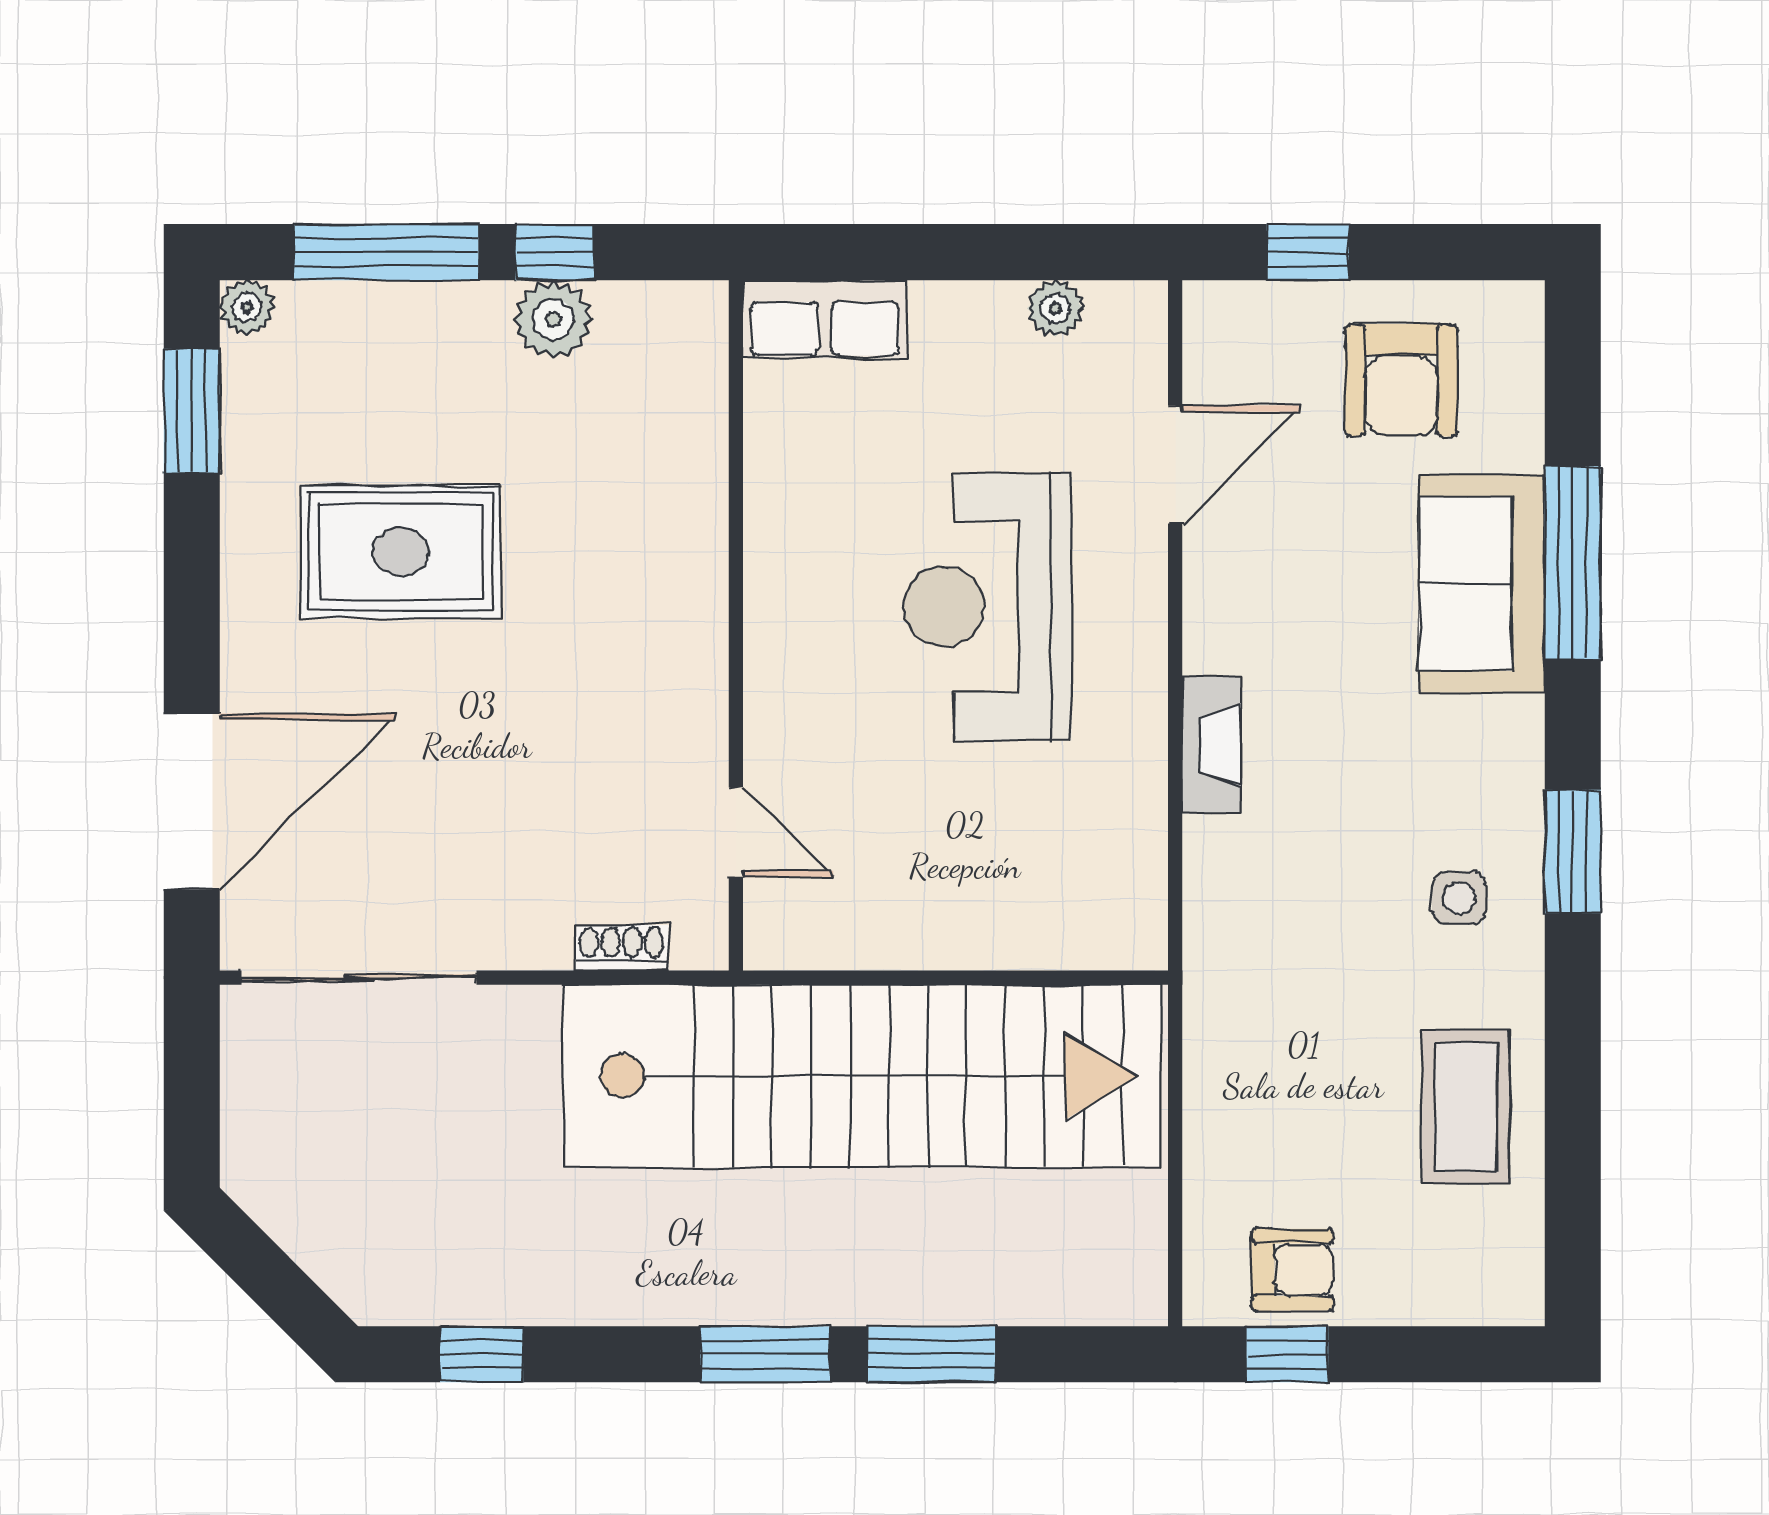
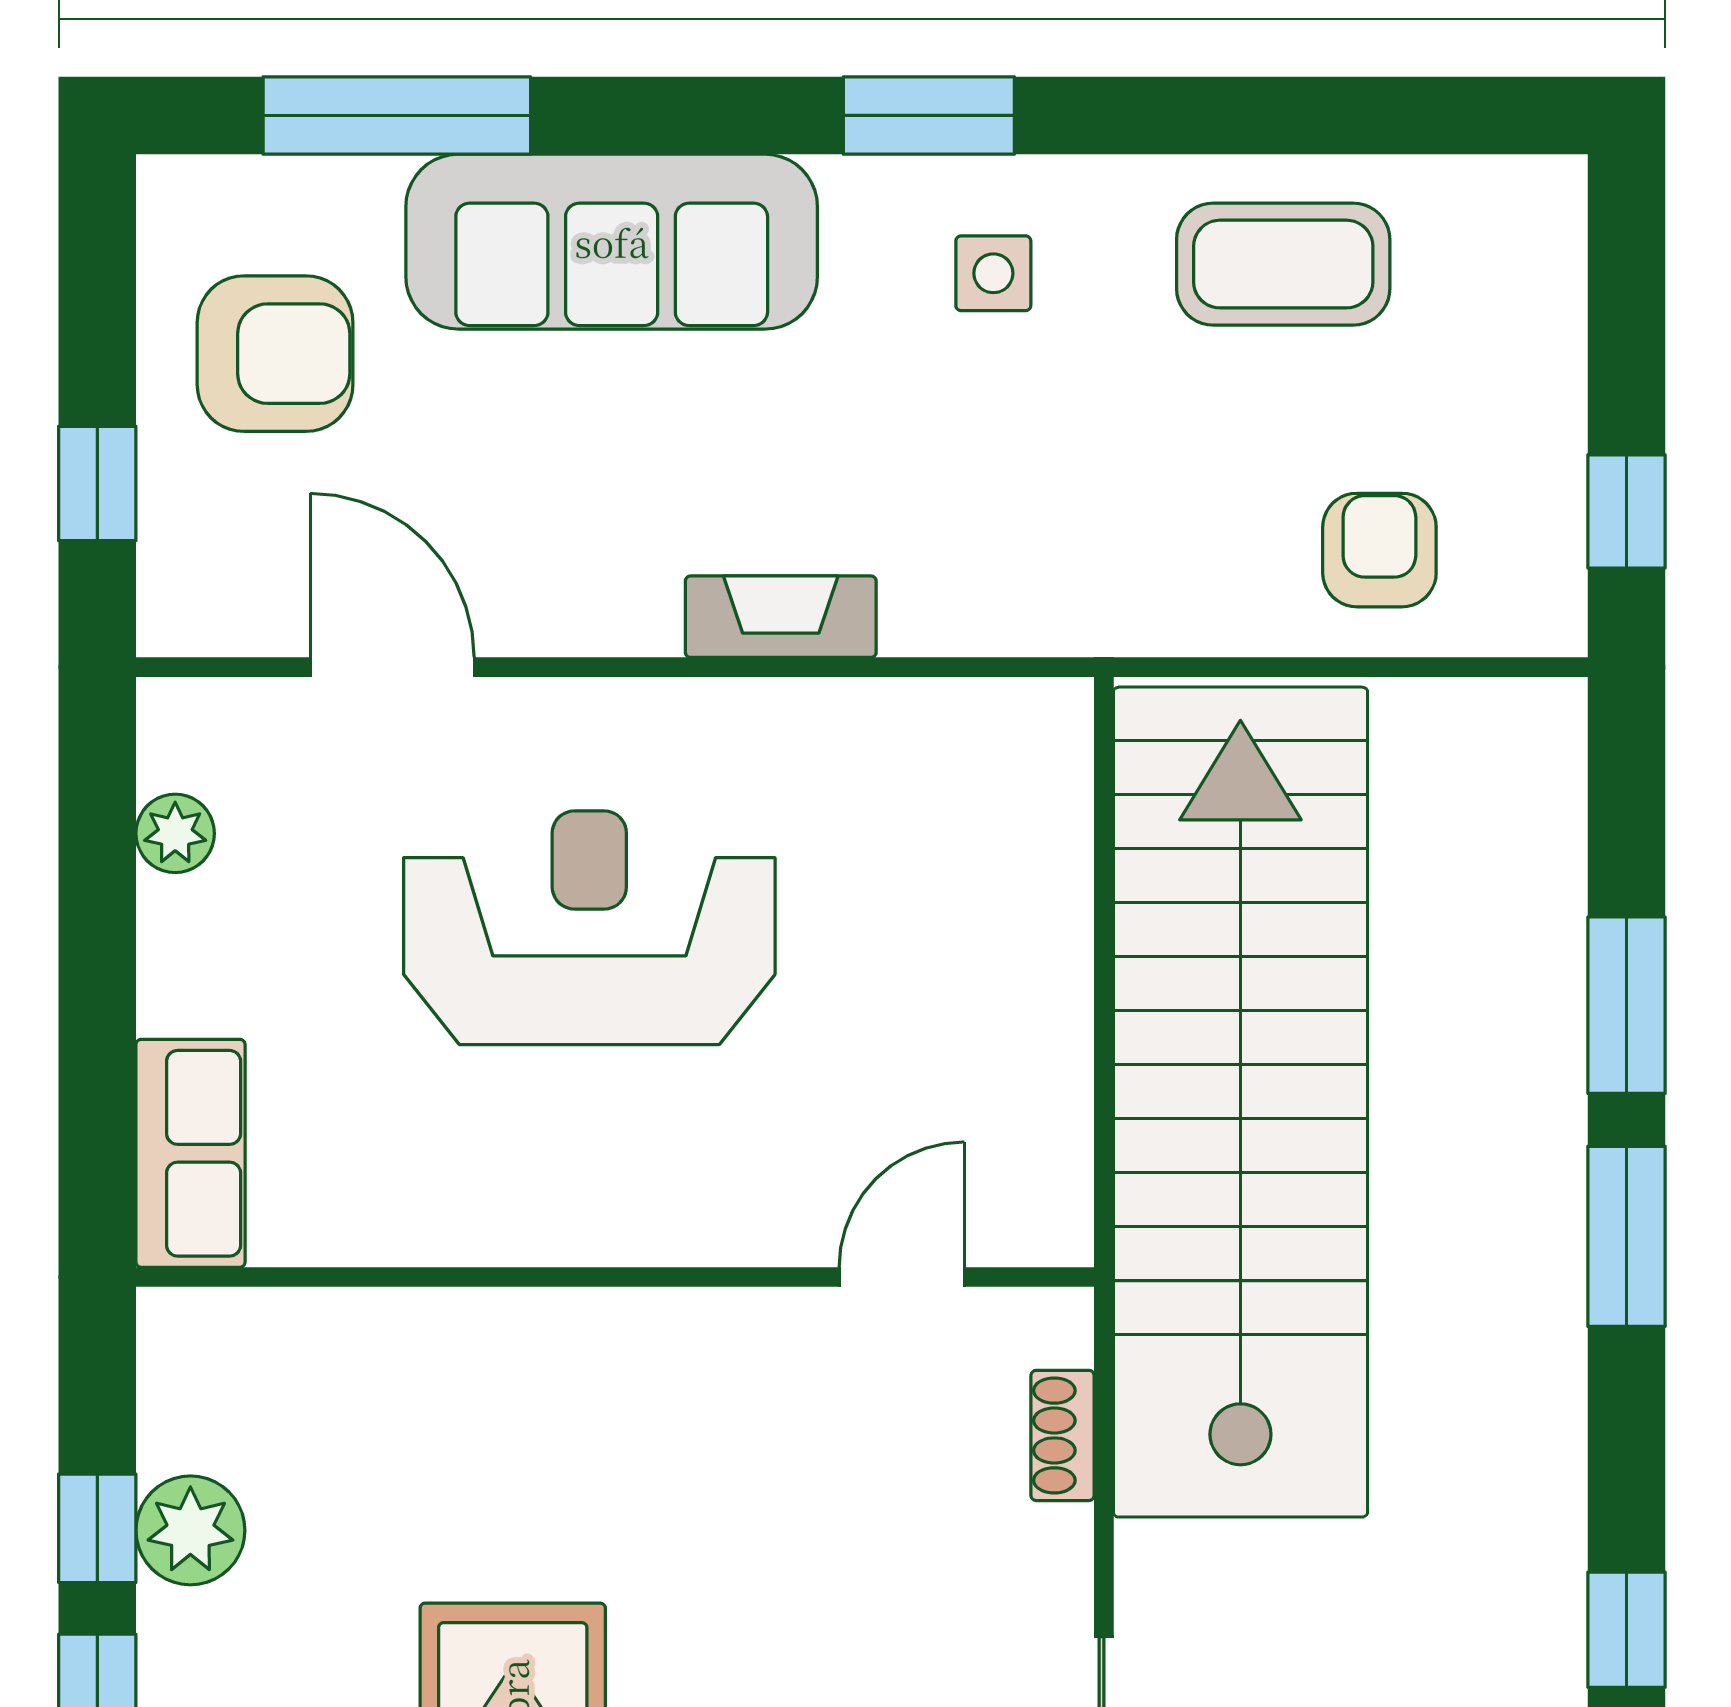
window: (1573, 563) -> (397, 115), moved
sofa: (1482, 584) -> (612, 242), width x1.36
reception desk: (987, 607) -> (589, 928), turned 180
armchair: (1292, 1270) -> (1379, 550), moved

